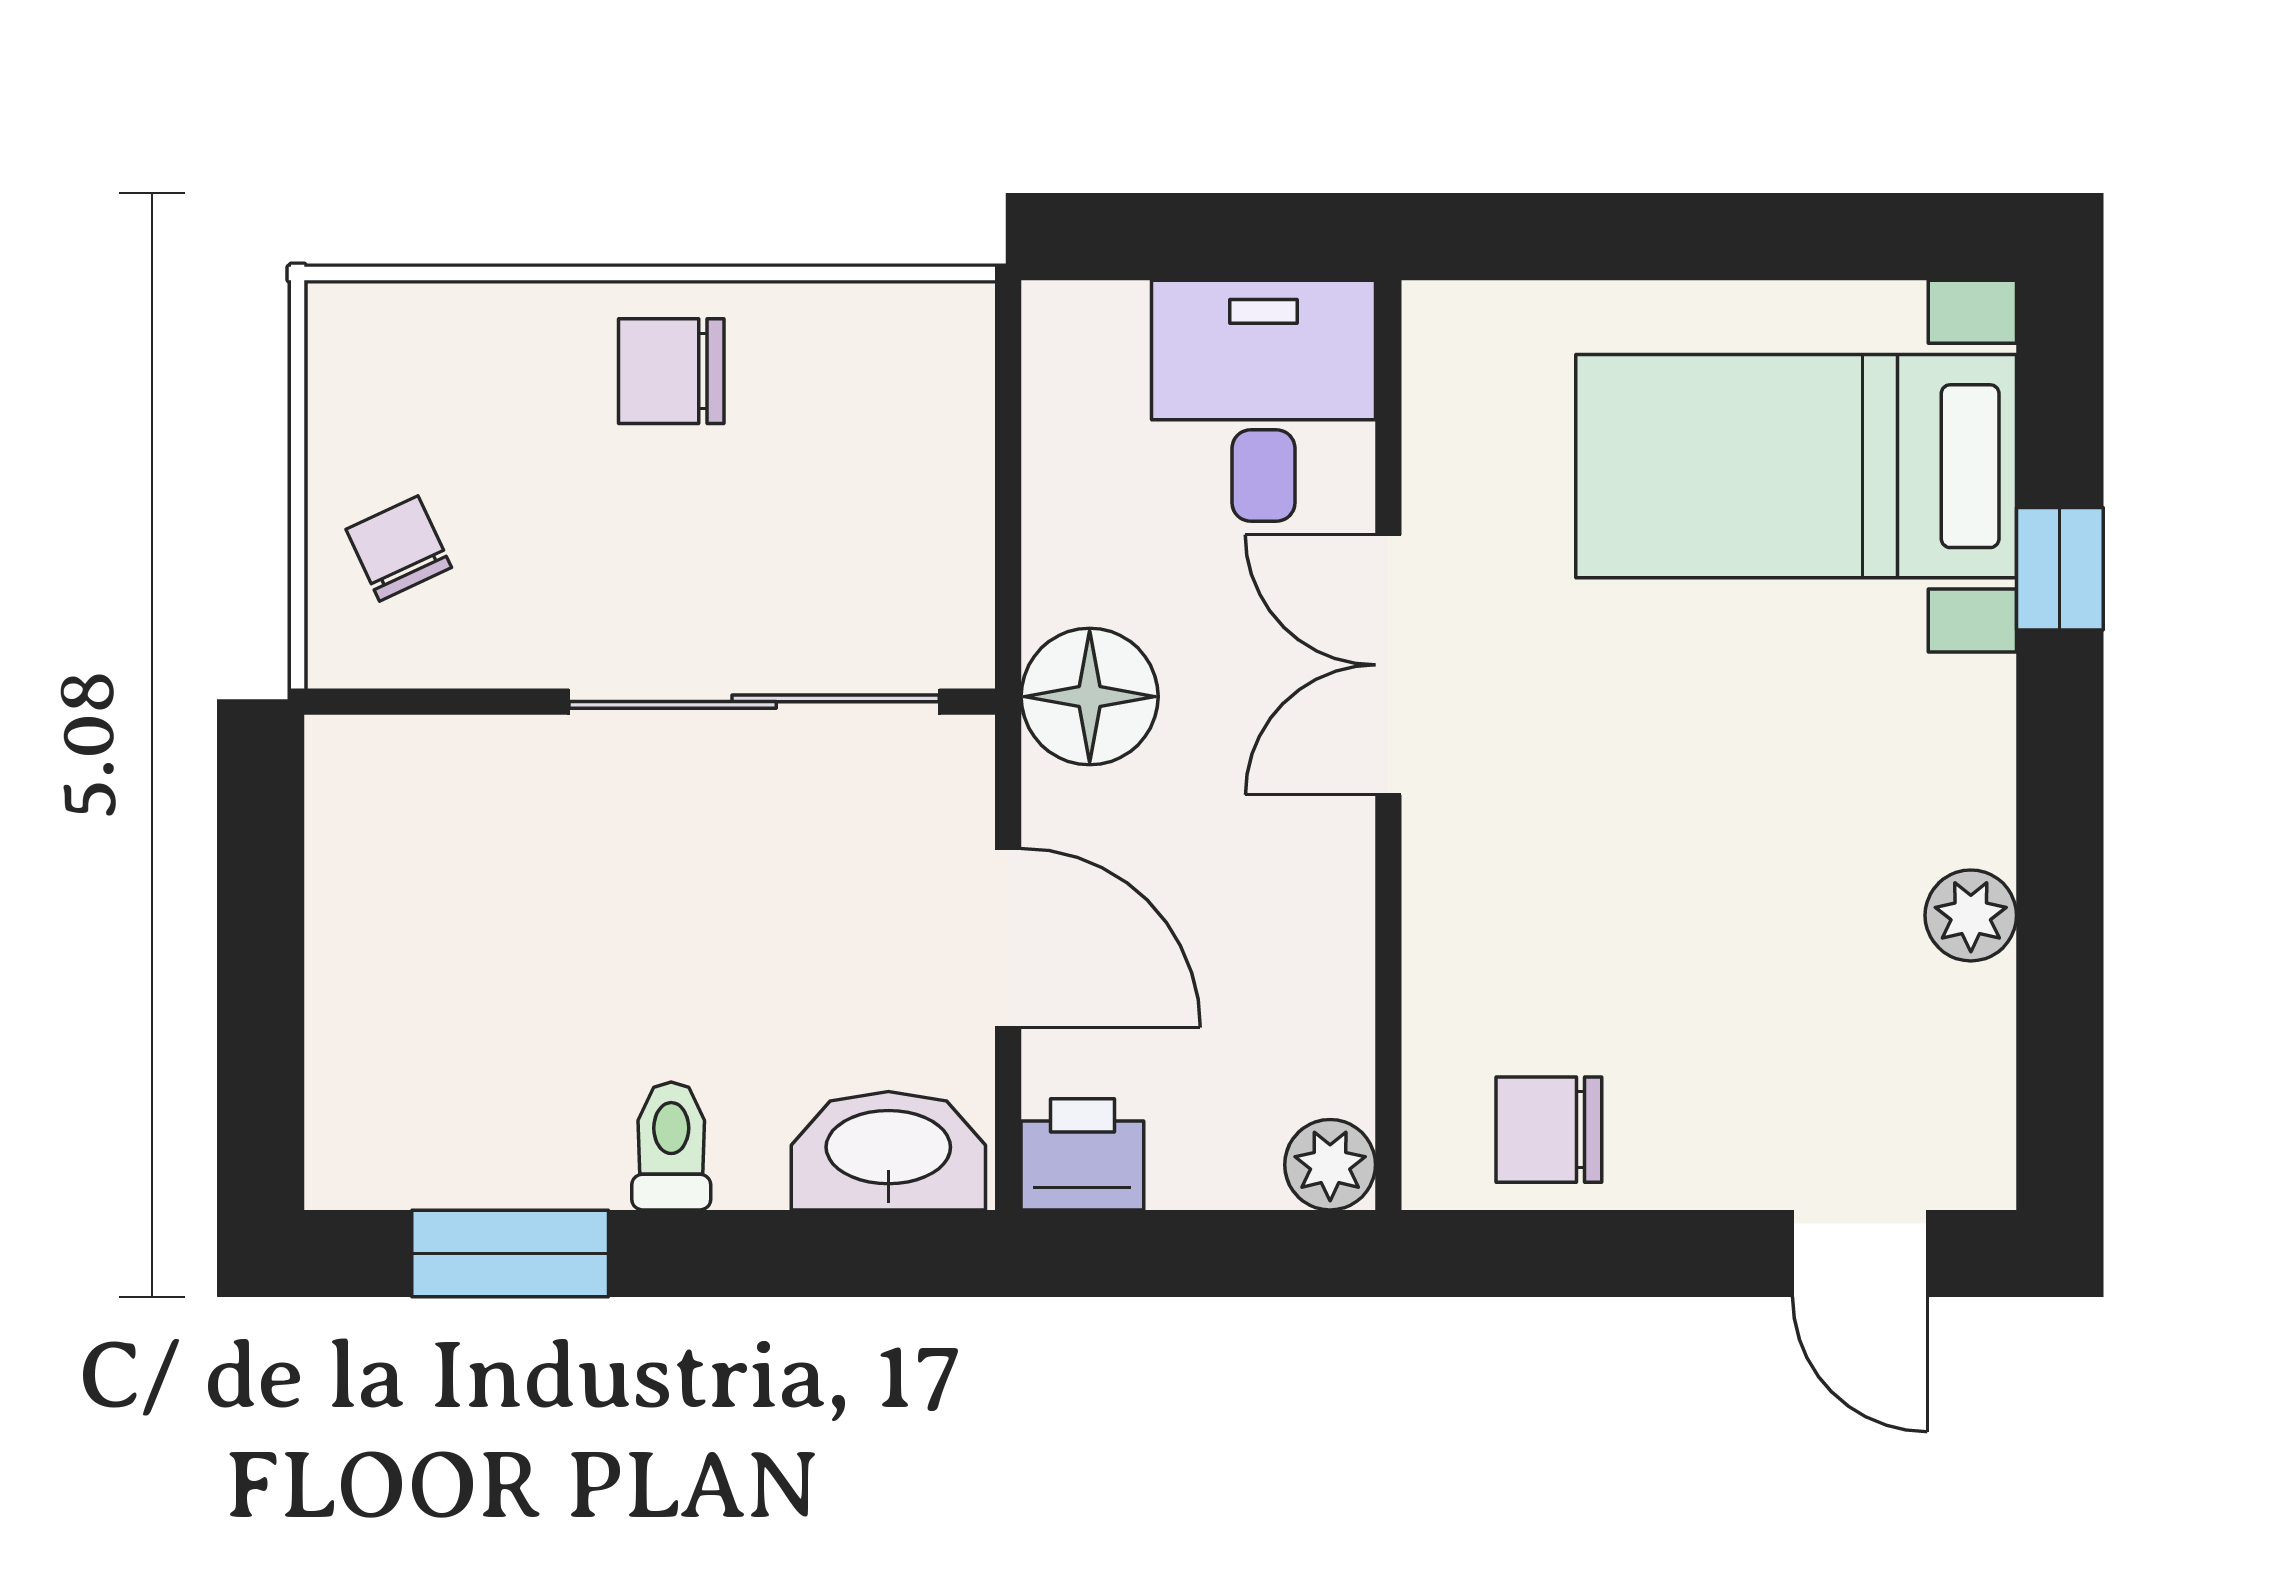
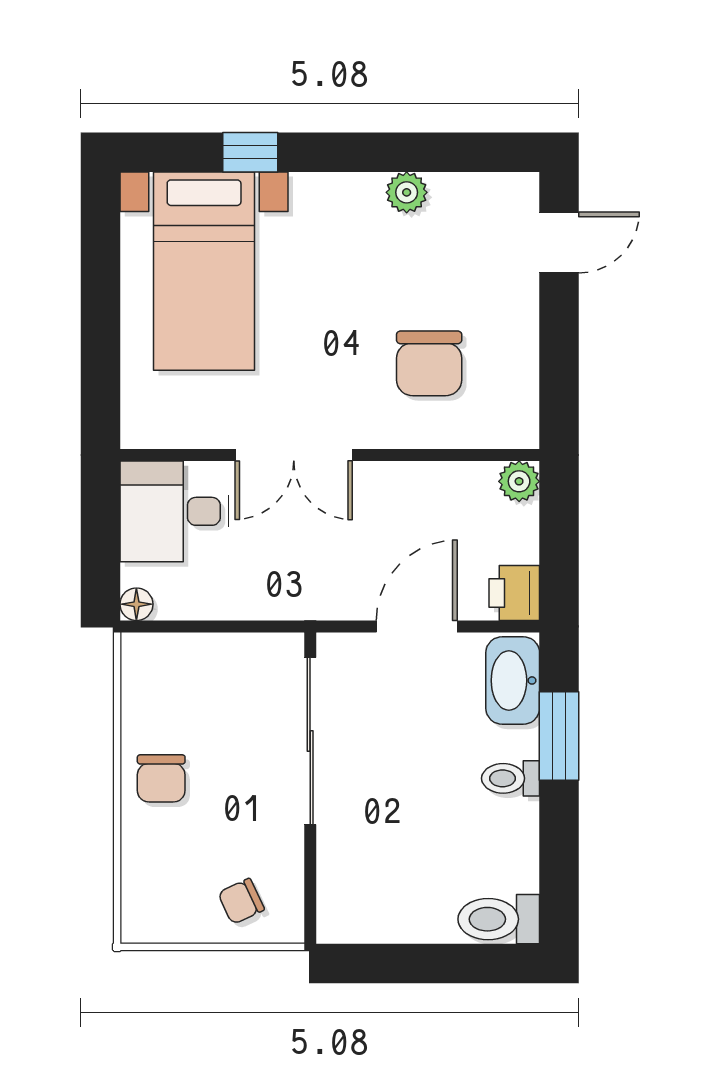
floor lamp: (1090, 697) -> (136, 604), moved, width x0.53, depth x0.53
toilet: (359, 1120) -> (499, 919), added
chair: (1549, 1130) -> (429, 363), moved, width x1.37, depth x1.37
window: (510, 1253) -> (559, 736), moved

